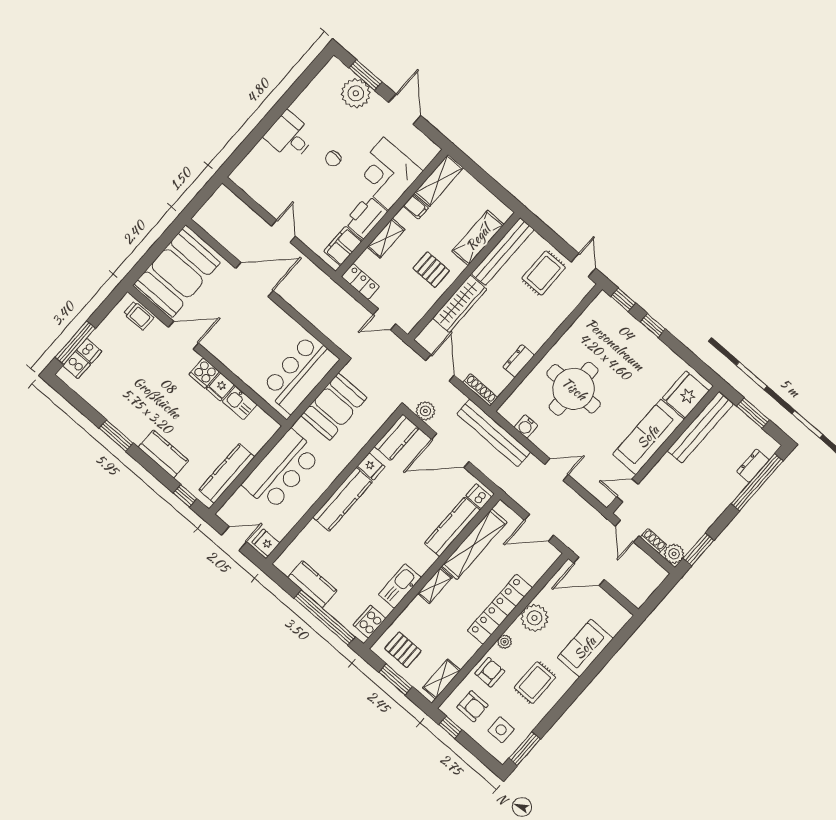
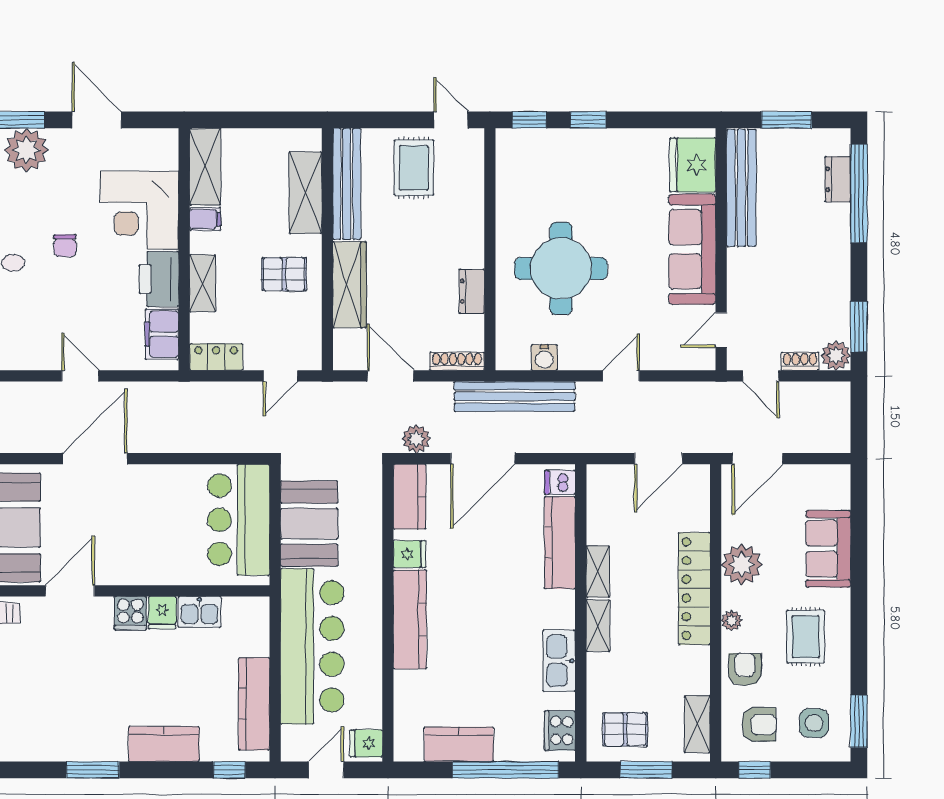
bar counter: (281, 470) -> (312, 646), width x1.36
shelving: (474, 544) -> (598, 572), width x0.45, depth x0.75

